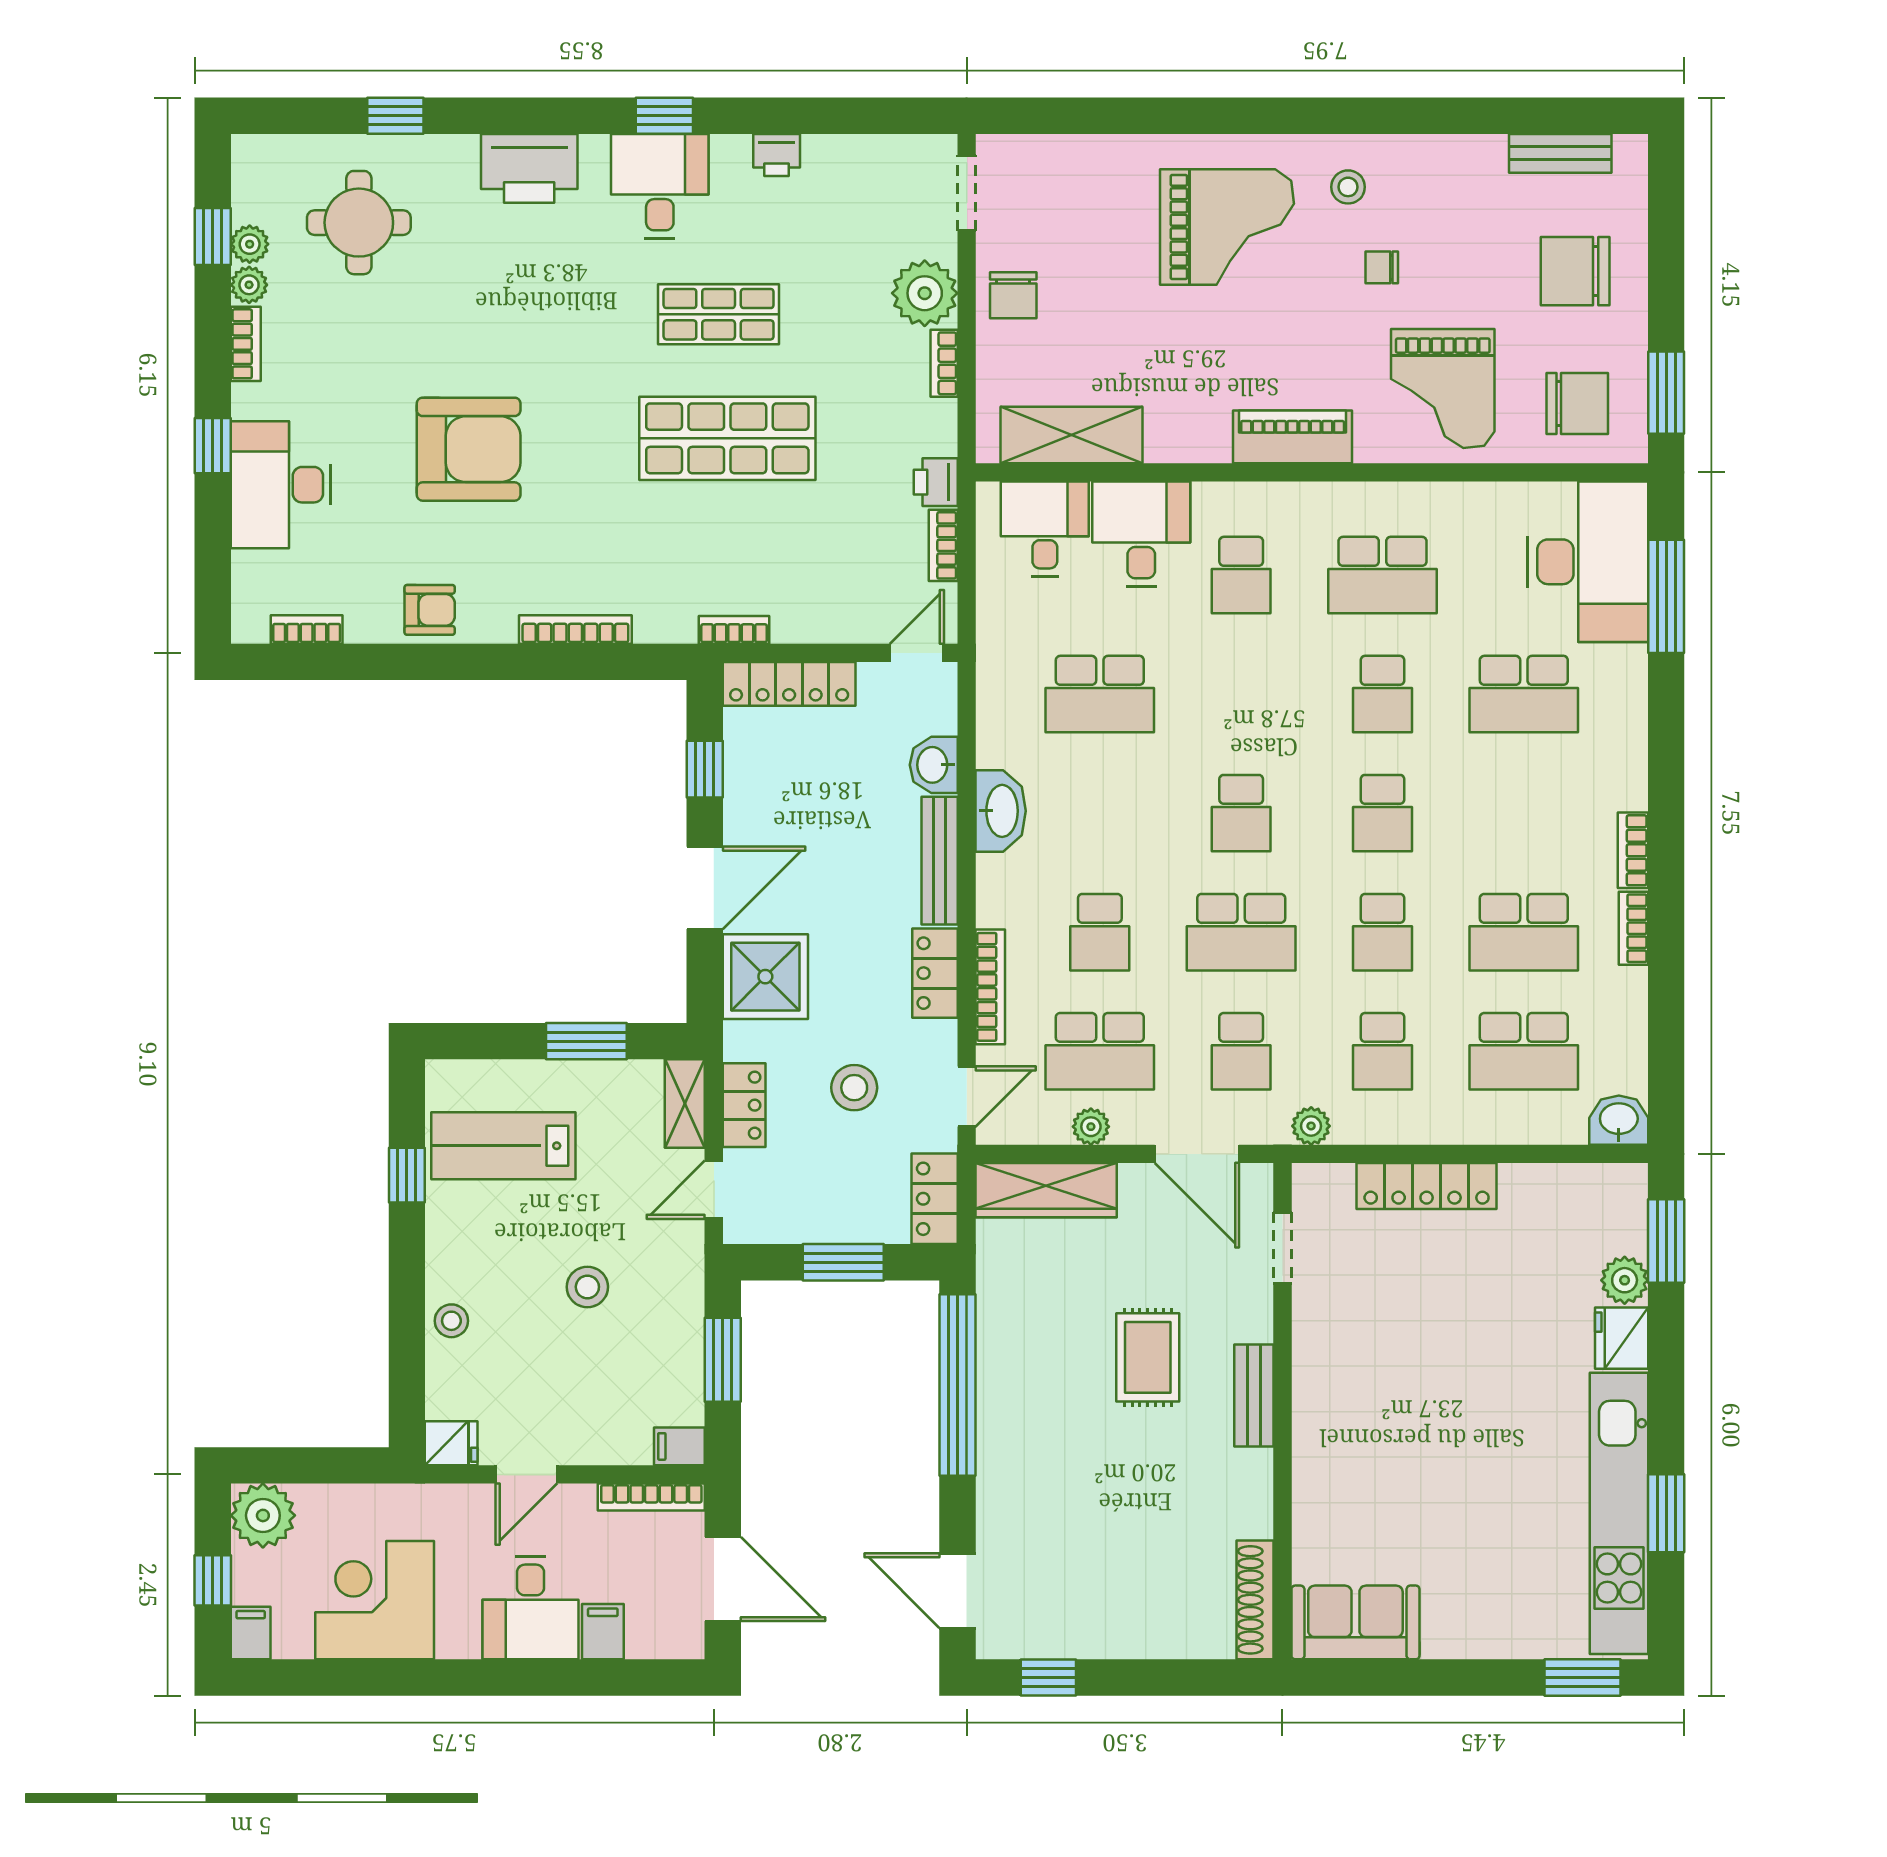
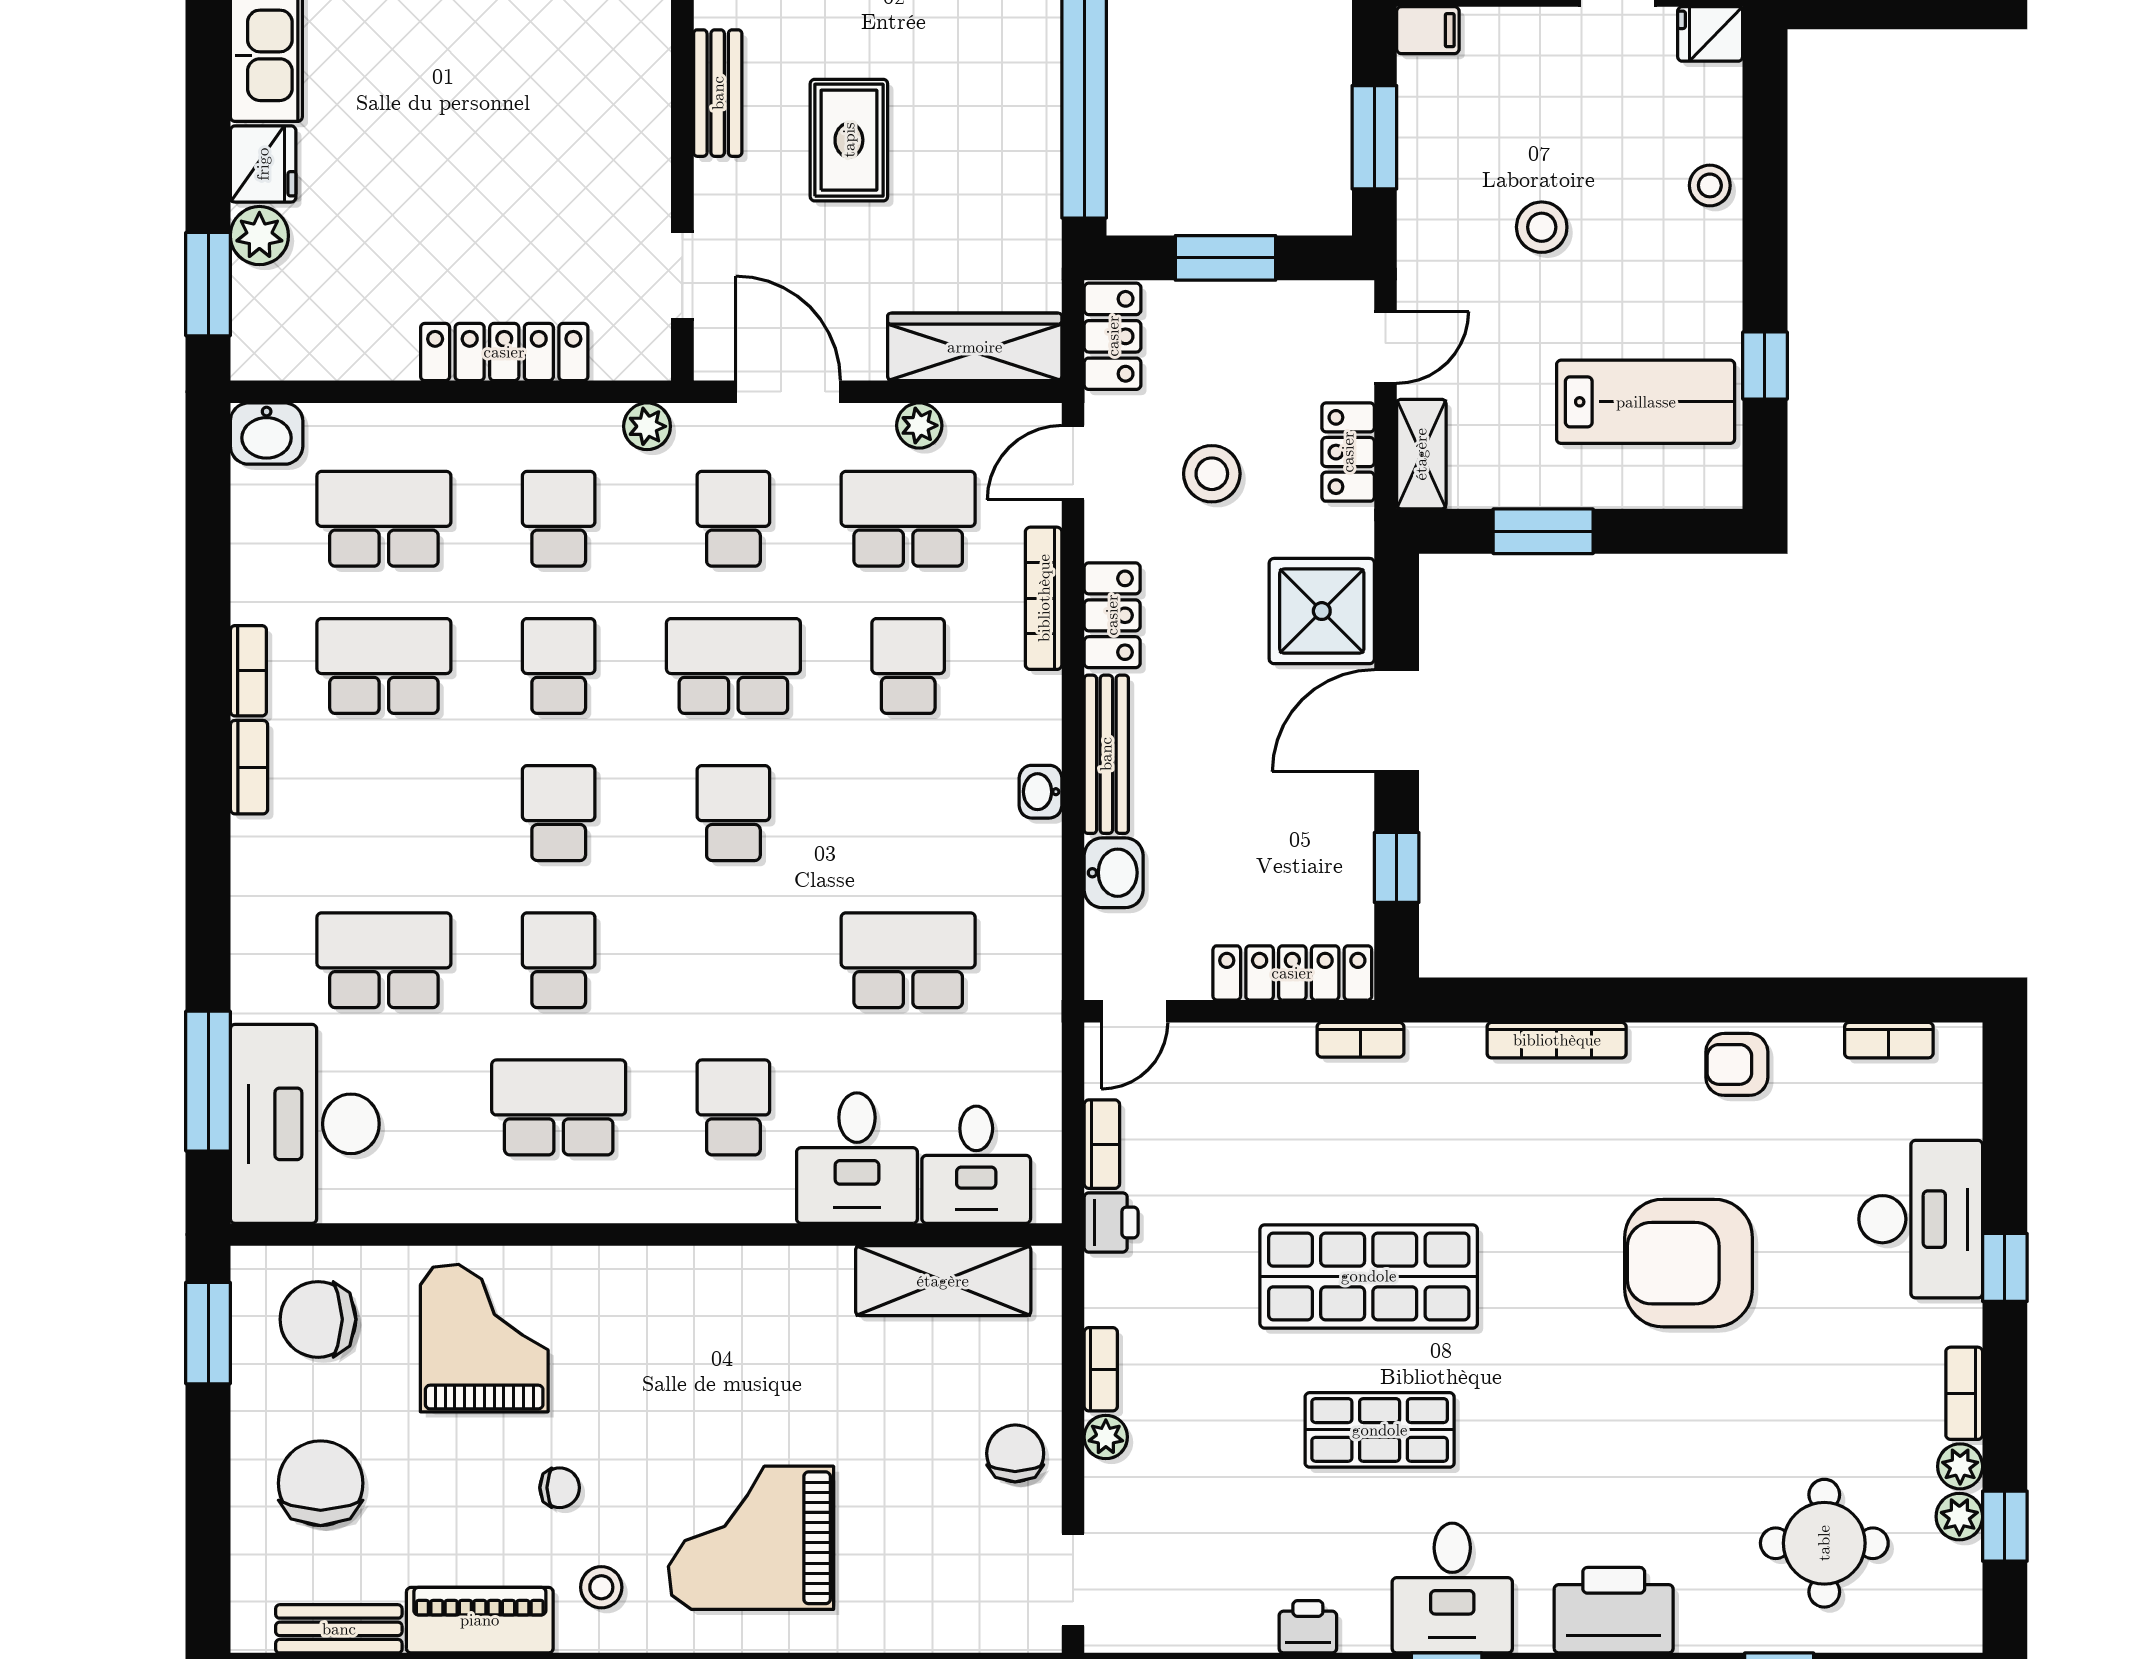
chair: (1575, 271) -> (321, 1483), turned -90
plant: (925, 293) -> (1106, 1437), width x0.53, depth x0.53
piano: (1293, 437) -> (480, 1620), moved, turned 180
washbasin: (1001, 811) -> (1040, 792), width x0.52, depth x0.69

